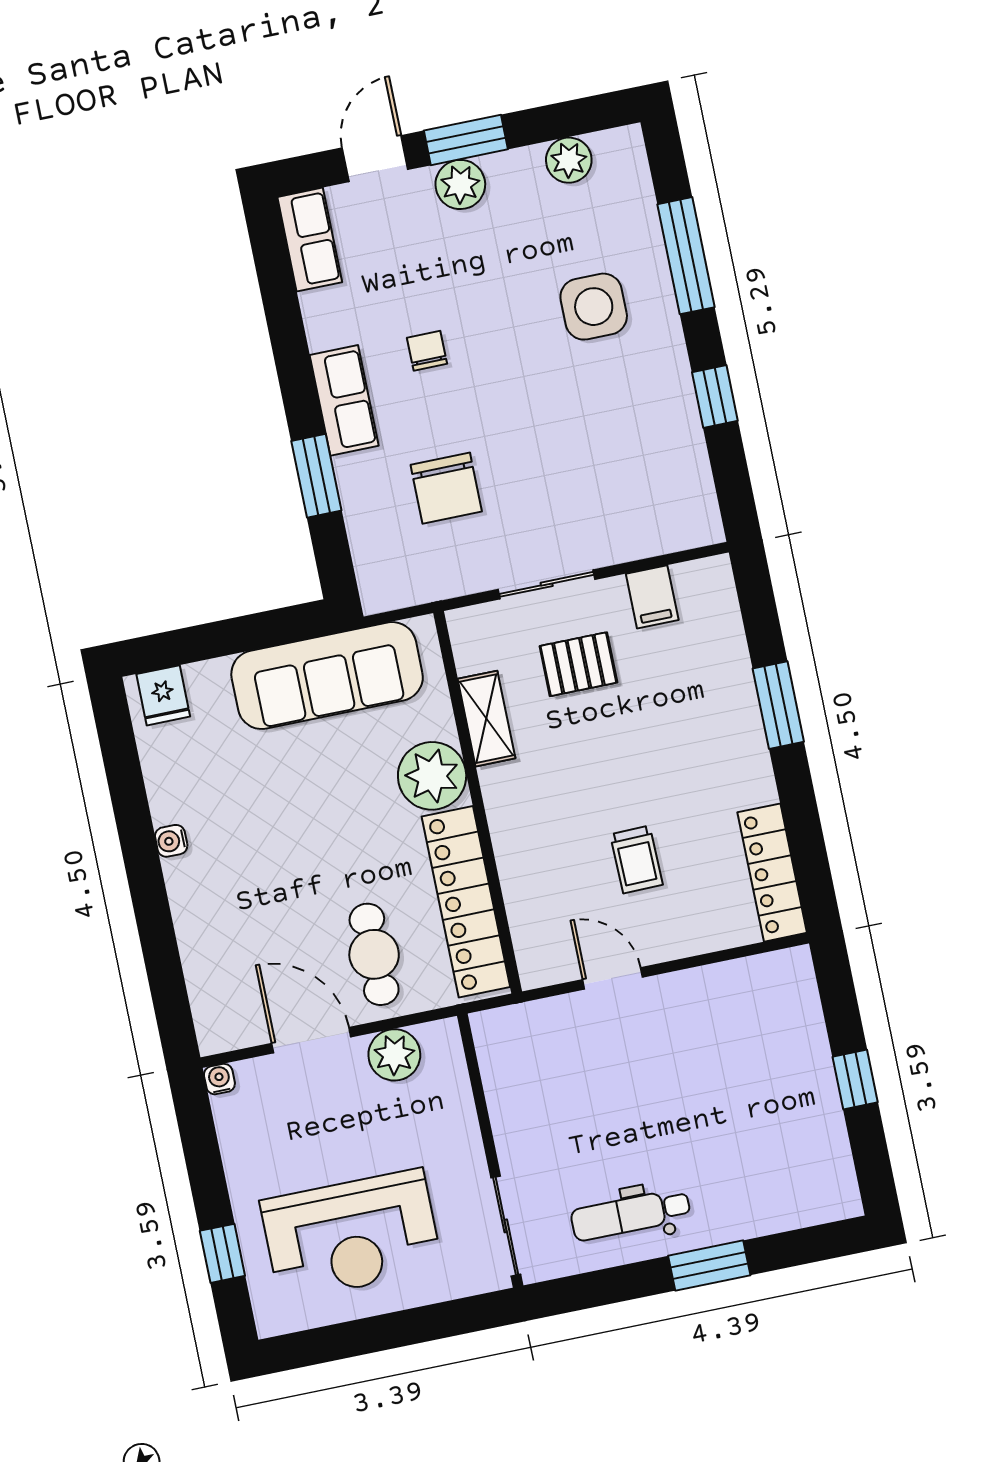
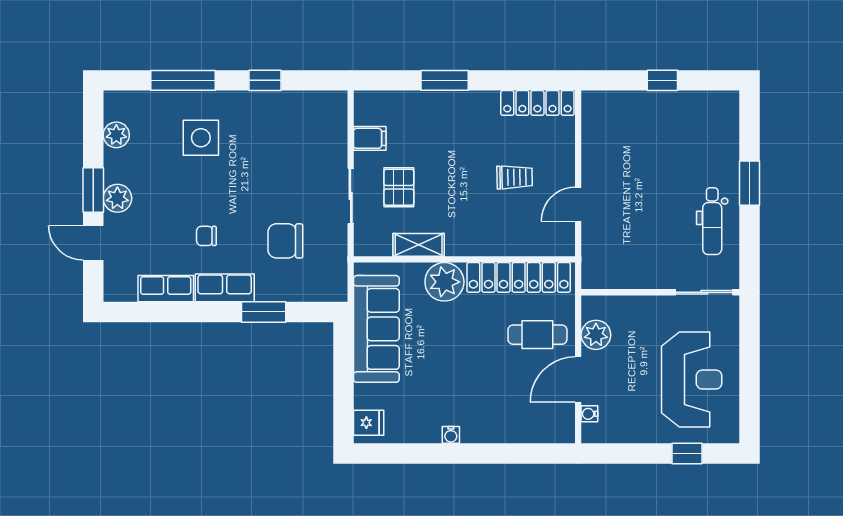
row of seats: (310, 240) -> (166, 289), moved
chair: (446, 488) -> (285, 241), turned 180
water cooler: (219, 1079) -> (589, 414), moved

